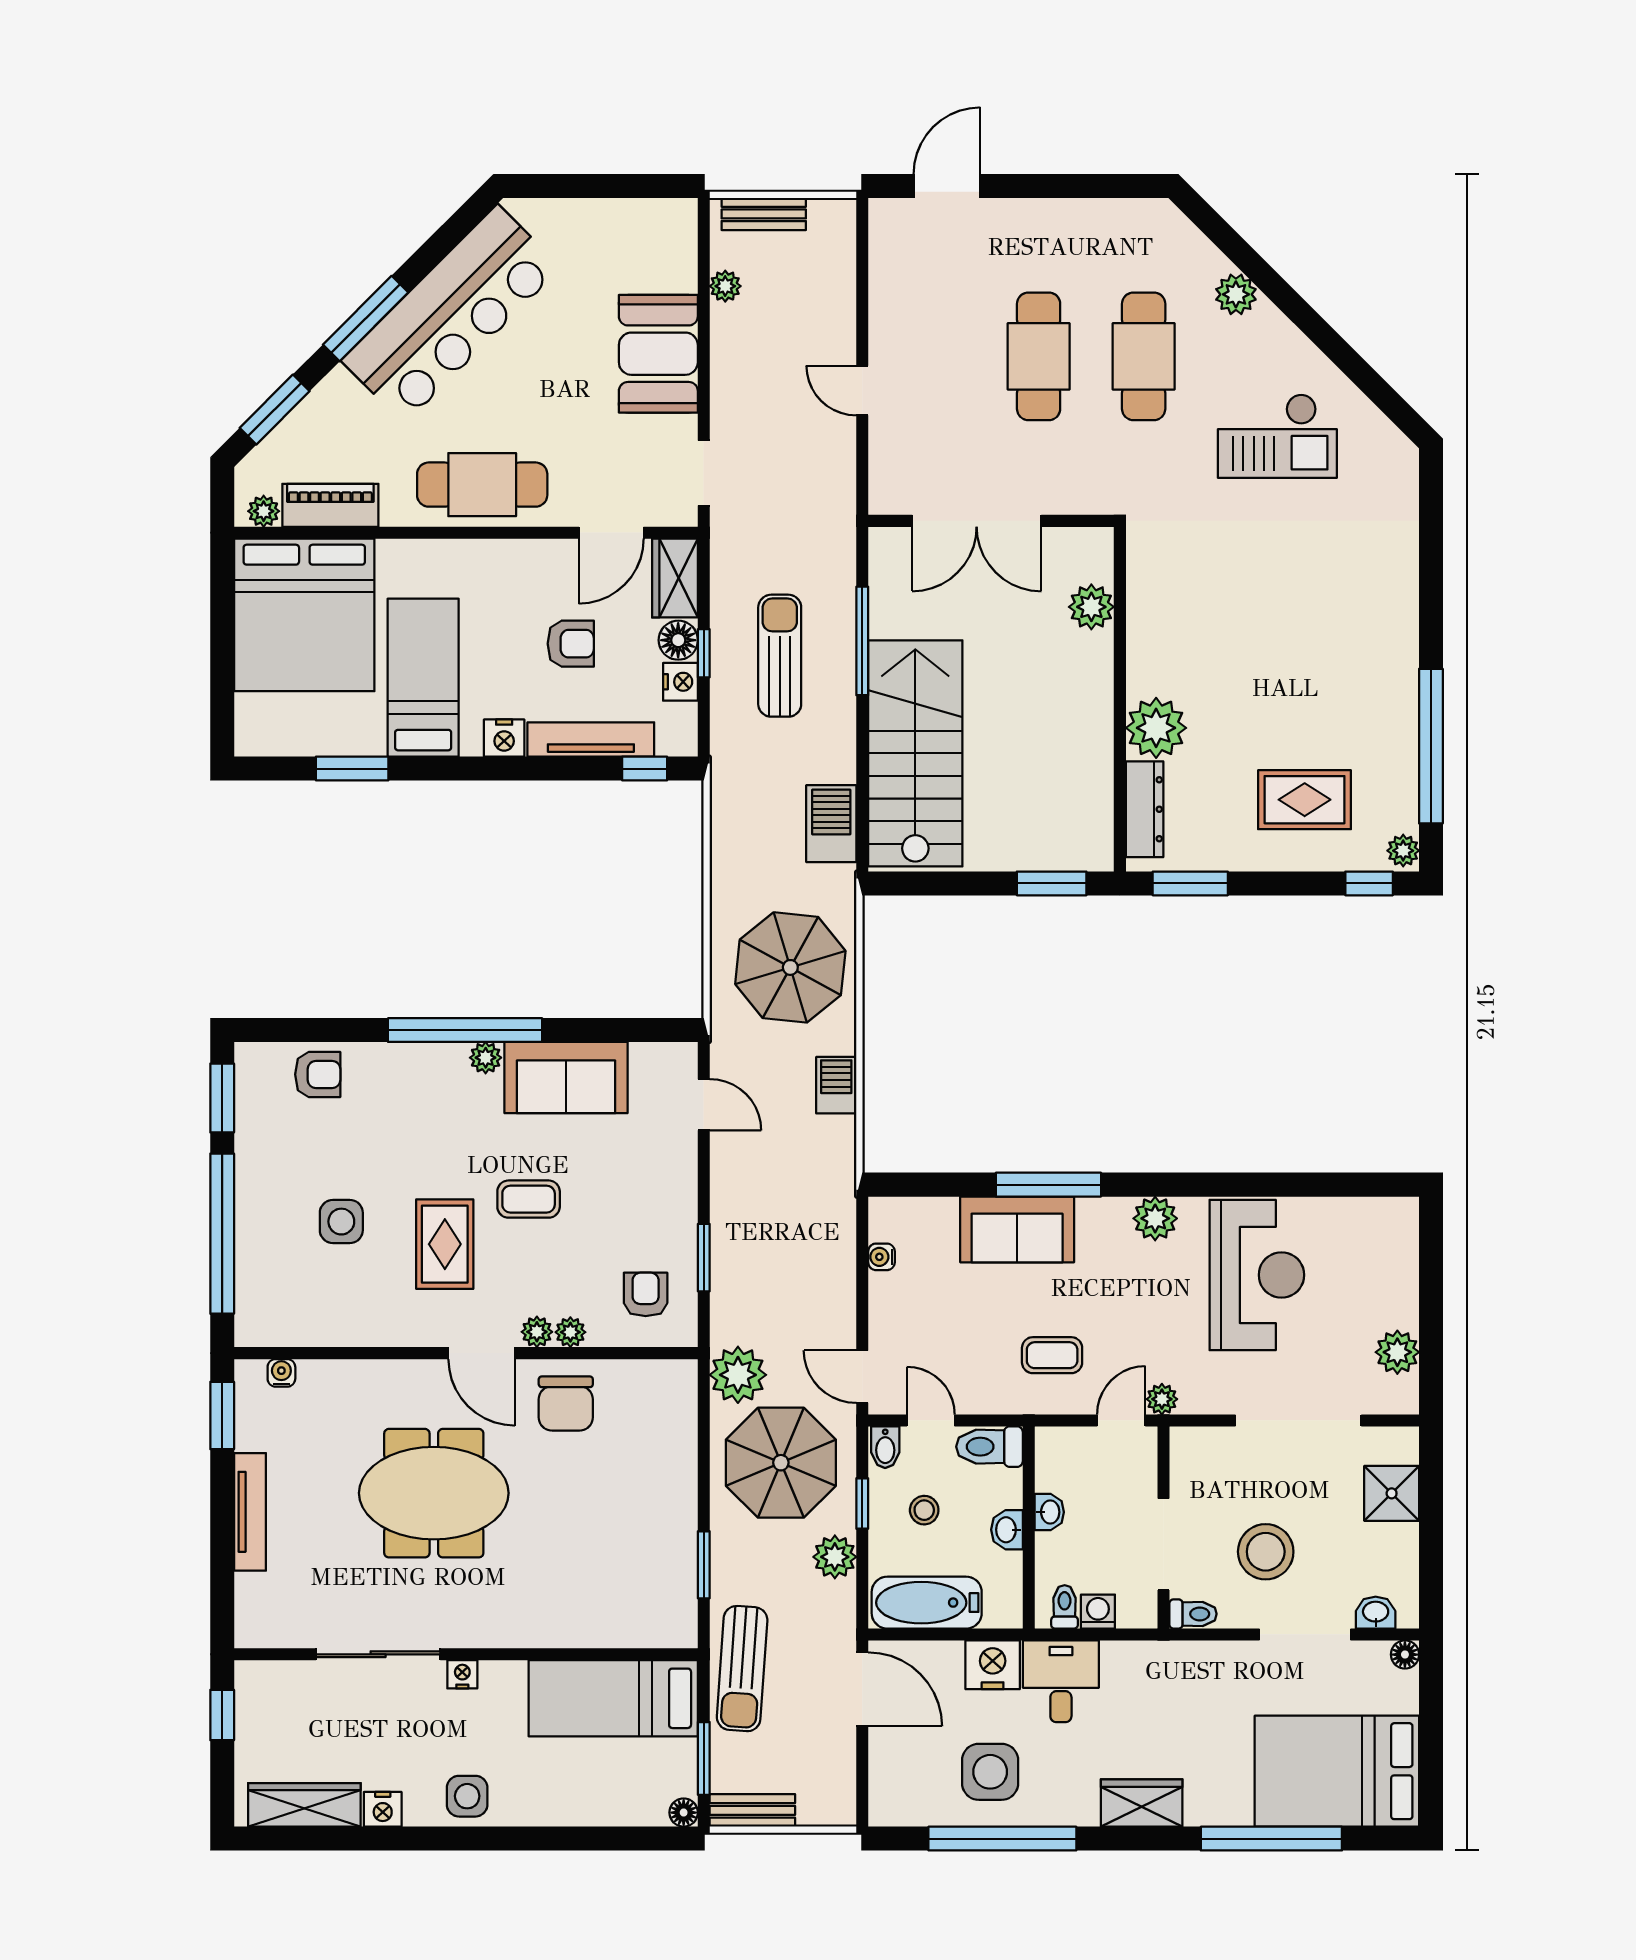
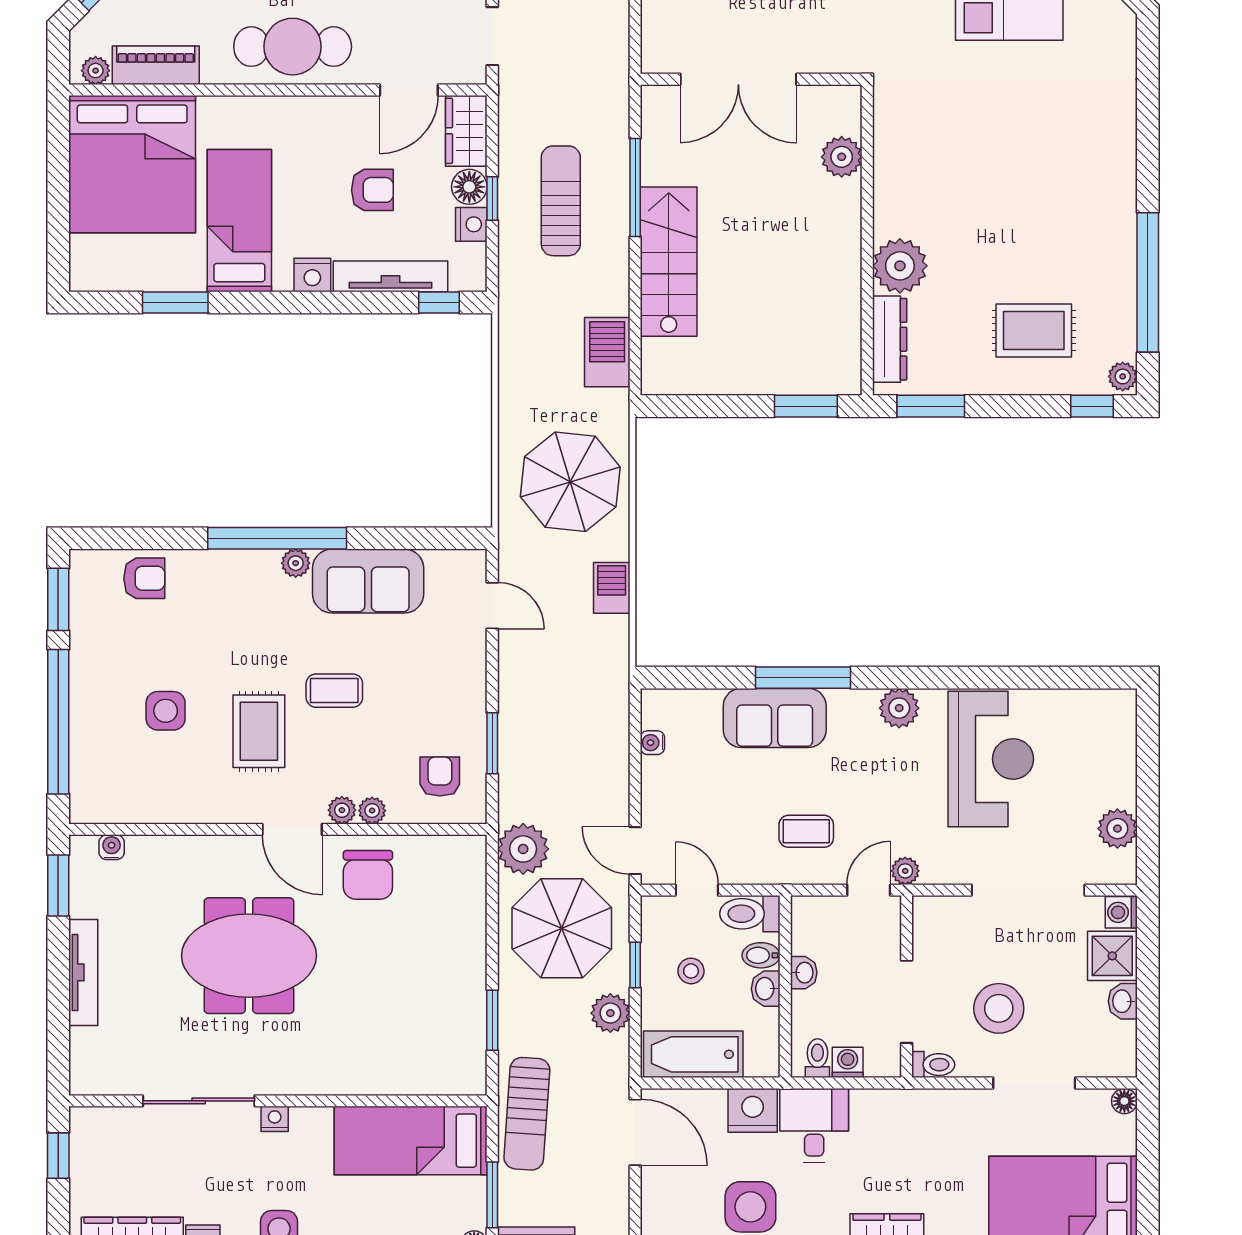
stairs: (915, 753) -> (669, 262), width x0.73, depth x0.66
washing machine: (1401, 1445) -> (1121, 912), added
bidet: (885, 1447) -> (761, 955), moved, turned 90
washbasin: (1376, 1613) -> (1123, 1001), moved, turned -90

